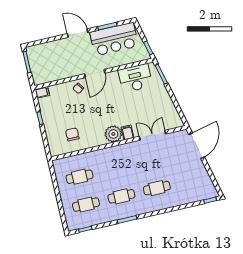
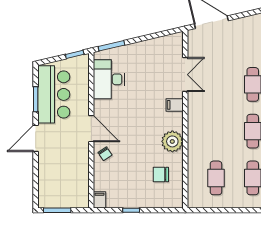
plant: (113, 134) -> (172, 141), moved
double door: (152, 135) -> (185, 75), swing flipped

